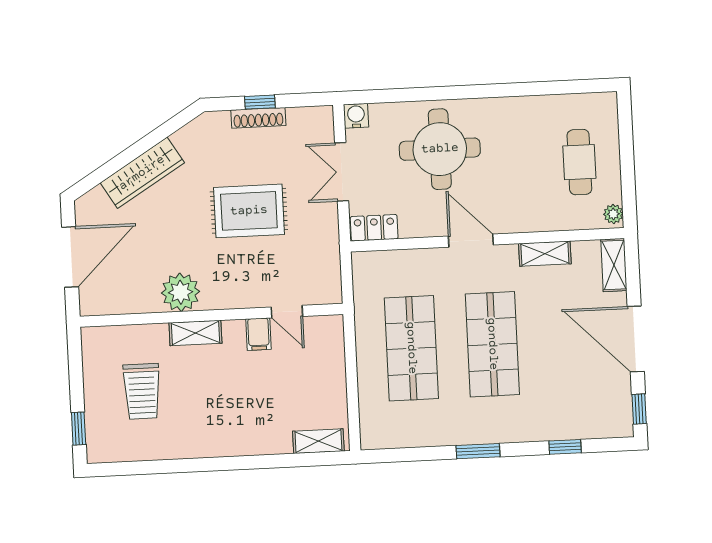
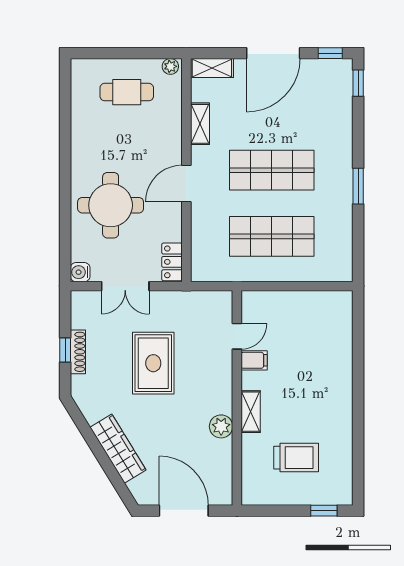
plant: (181, 292) -> (221, 426), width x0.73, depth x0.73
shelving: (318, 441) -> (344, 316), removed
window: (565, 447) -> (358, 83), moved

